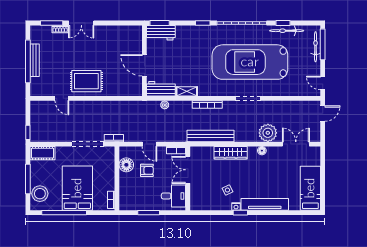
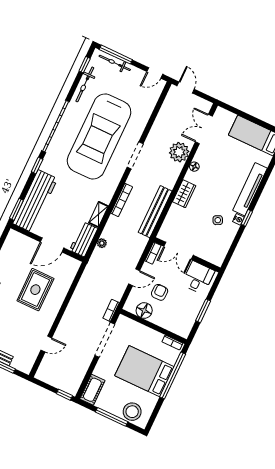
window: (283, 23) -> (85, 65), moved
workbench: (161, 33) -> (35, 201), width x1.87, depth x1.32
rug: (86, 81) -> (35, 290), moved
wardrobe: (231, 153) -> (184, 194), width x0.67
window: (64, 213) -> (173, 376), moved

